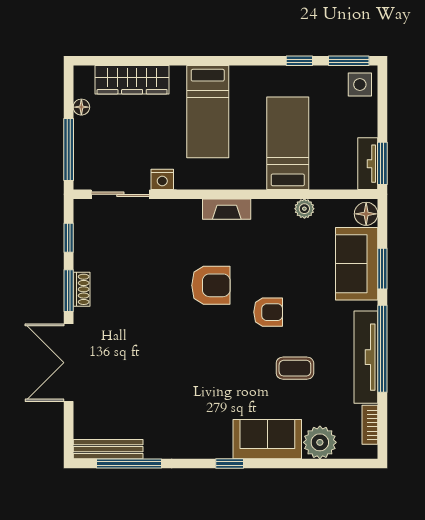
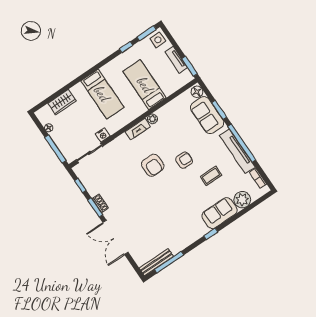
wardrobe: (132, 80) -> (62, 102), width x0.67
tv unit: (368, 164) -> (176, 60), moved
plant: (304, 209) -> (152, 119), moved
armchair: (211, 285) -> (153, 165), turned 90

